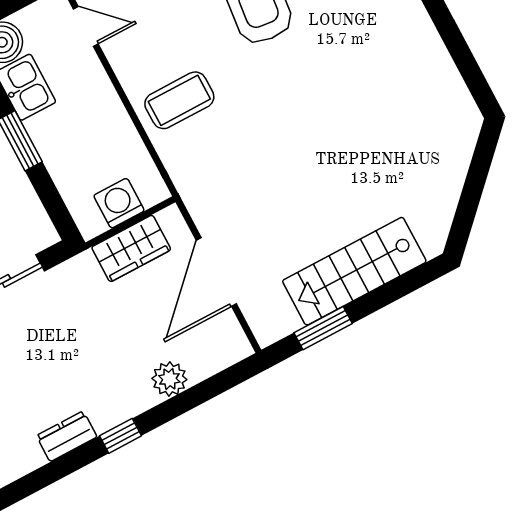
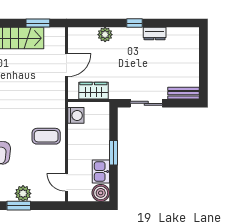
washing machine: (119, 203) -> (76, 115), moved, turned -90
door: (216, 272) -> (66, 65), width x0.73

